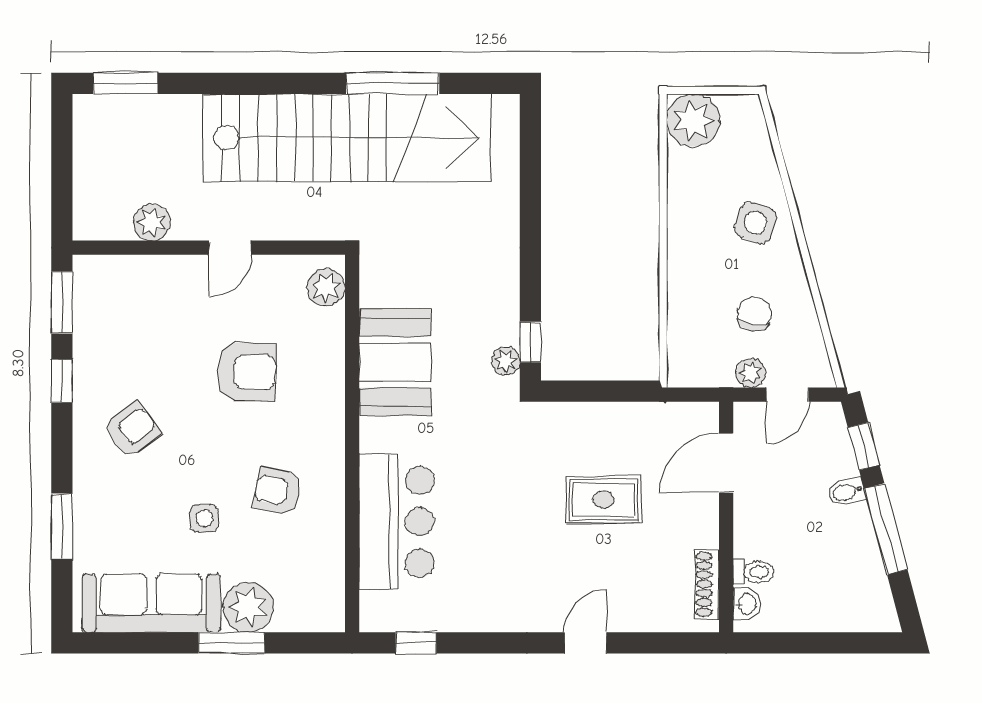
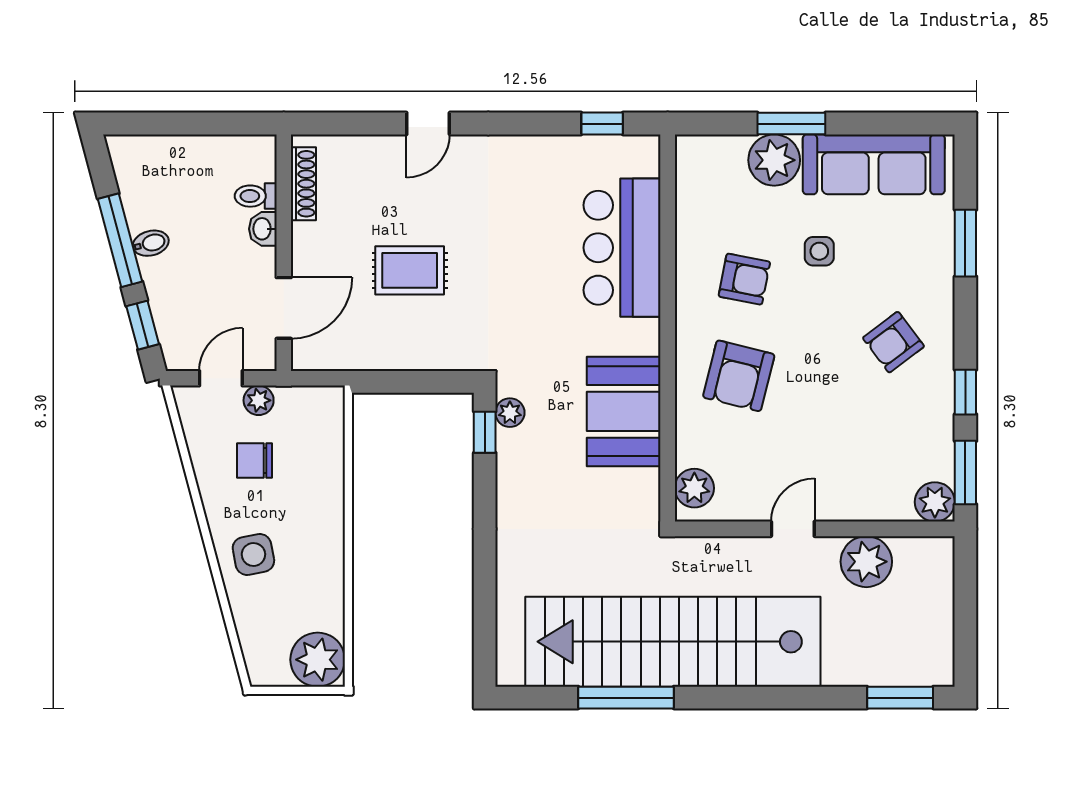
plant: (152, 222) -> (866, 562), width x1.36, depth x1.36
side table: (756, 223) -> (253, 554), turned -30
plant: (92, 274) -> (935, 502), added
chair: (755, 314) -> (255, 461), turned 81
armchair: (247, 372) -> (739, 376), moved, turned -78
bidet: (847, 492) -> (151, 243), moved
washbasin: (747, 604) -> (263, 229), moved

